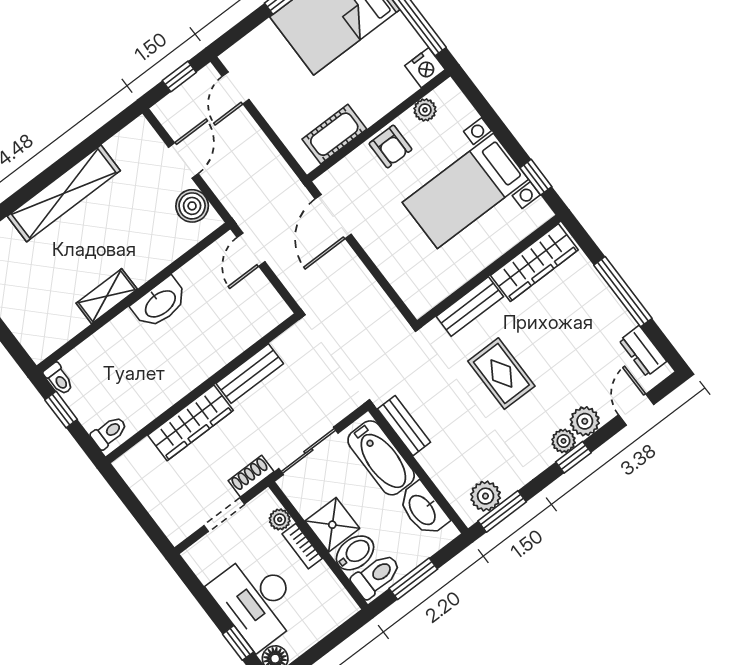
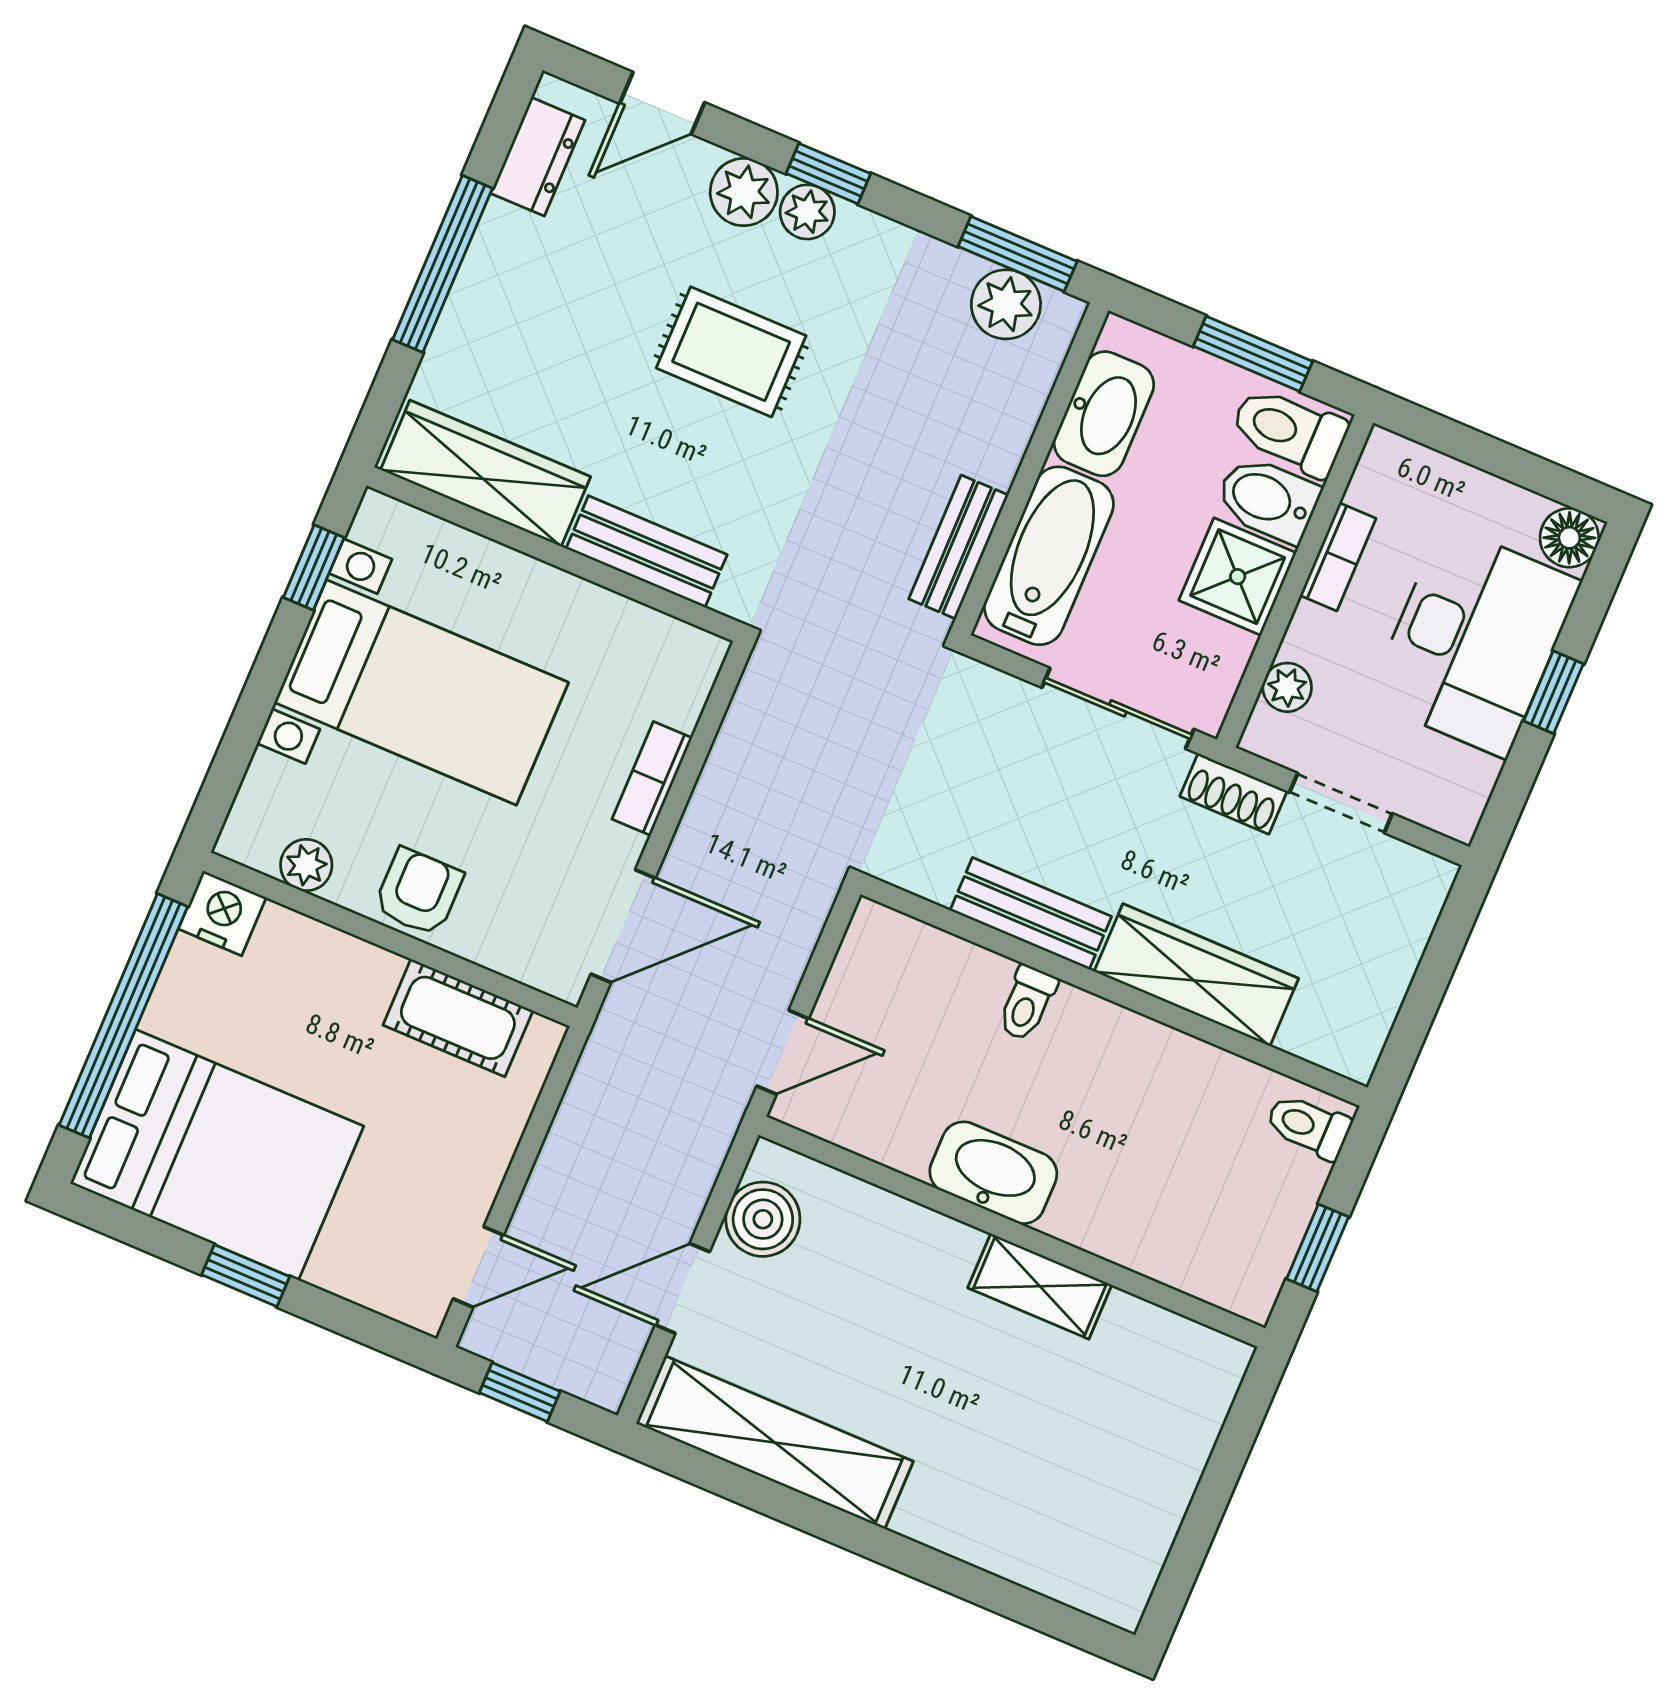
shelving: (64, 193) -> (775, 1442), moved
bookcase: (383, 259) -> (652, 778), added
rug: (501, 374) -> (731, 352), moved, turned 90
toilet: (59, 379) -> (1027, 1003), moved, turned 180
bookcase: (302, 546) -> (1338, 557), moved
window: (238, 643) -> (1553, 692), moved

